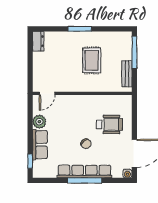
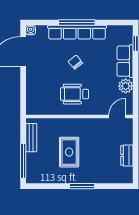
dresser: (38, 41) -> (127, 155), moved
wheelchair: (109, 124) -> (74, 94), moved

